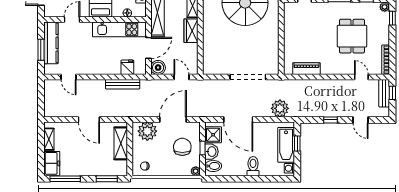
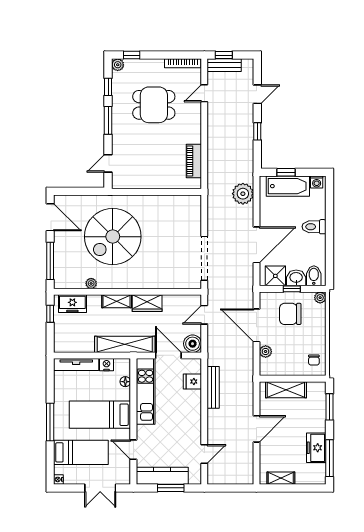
doorway: (248, 77) -> (204, 258), moved
plant: (147, 131) -> (266, 351), width x0.53, depth x0.53
freezer: (52, 163) -> (316, 448), moved, turned -90

